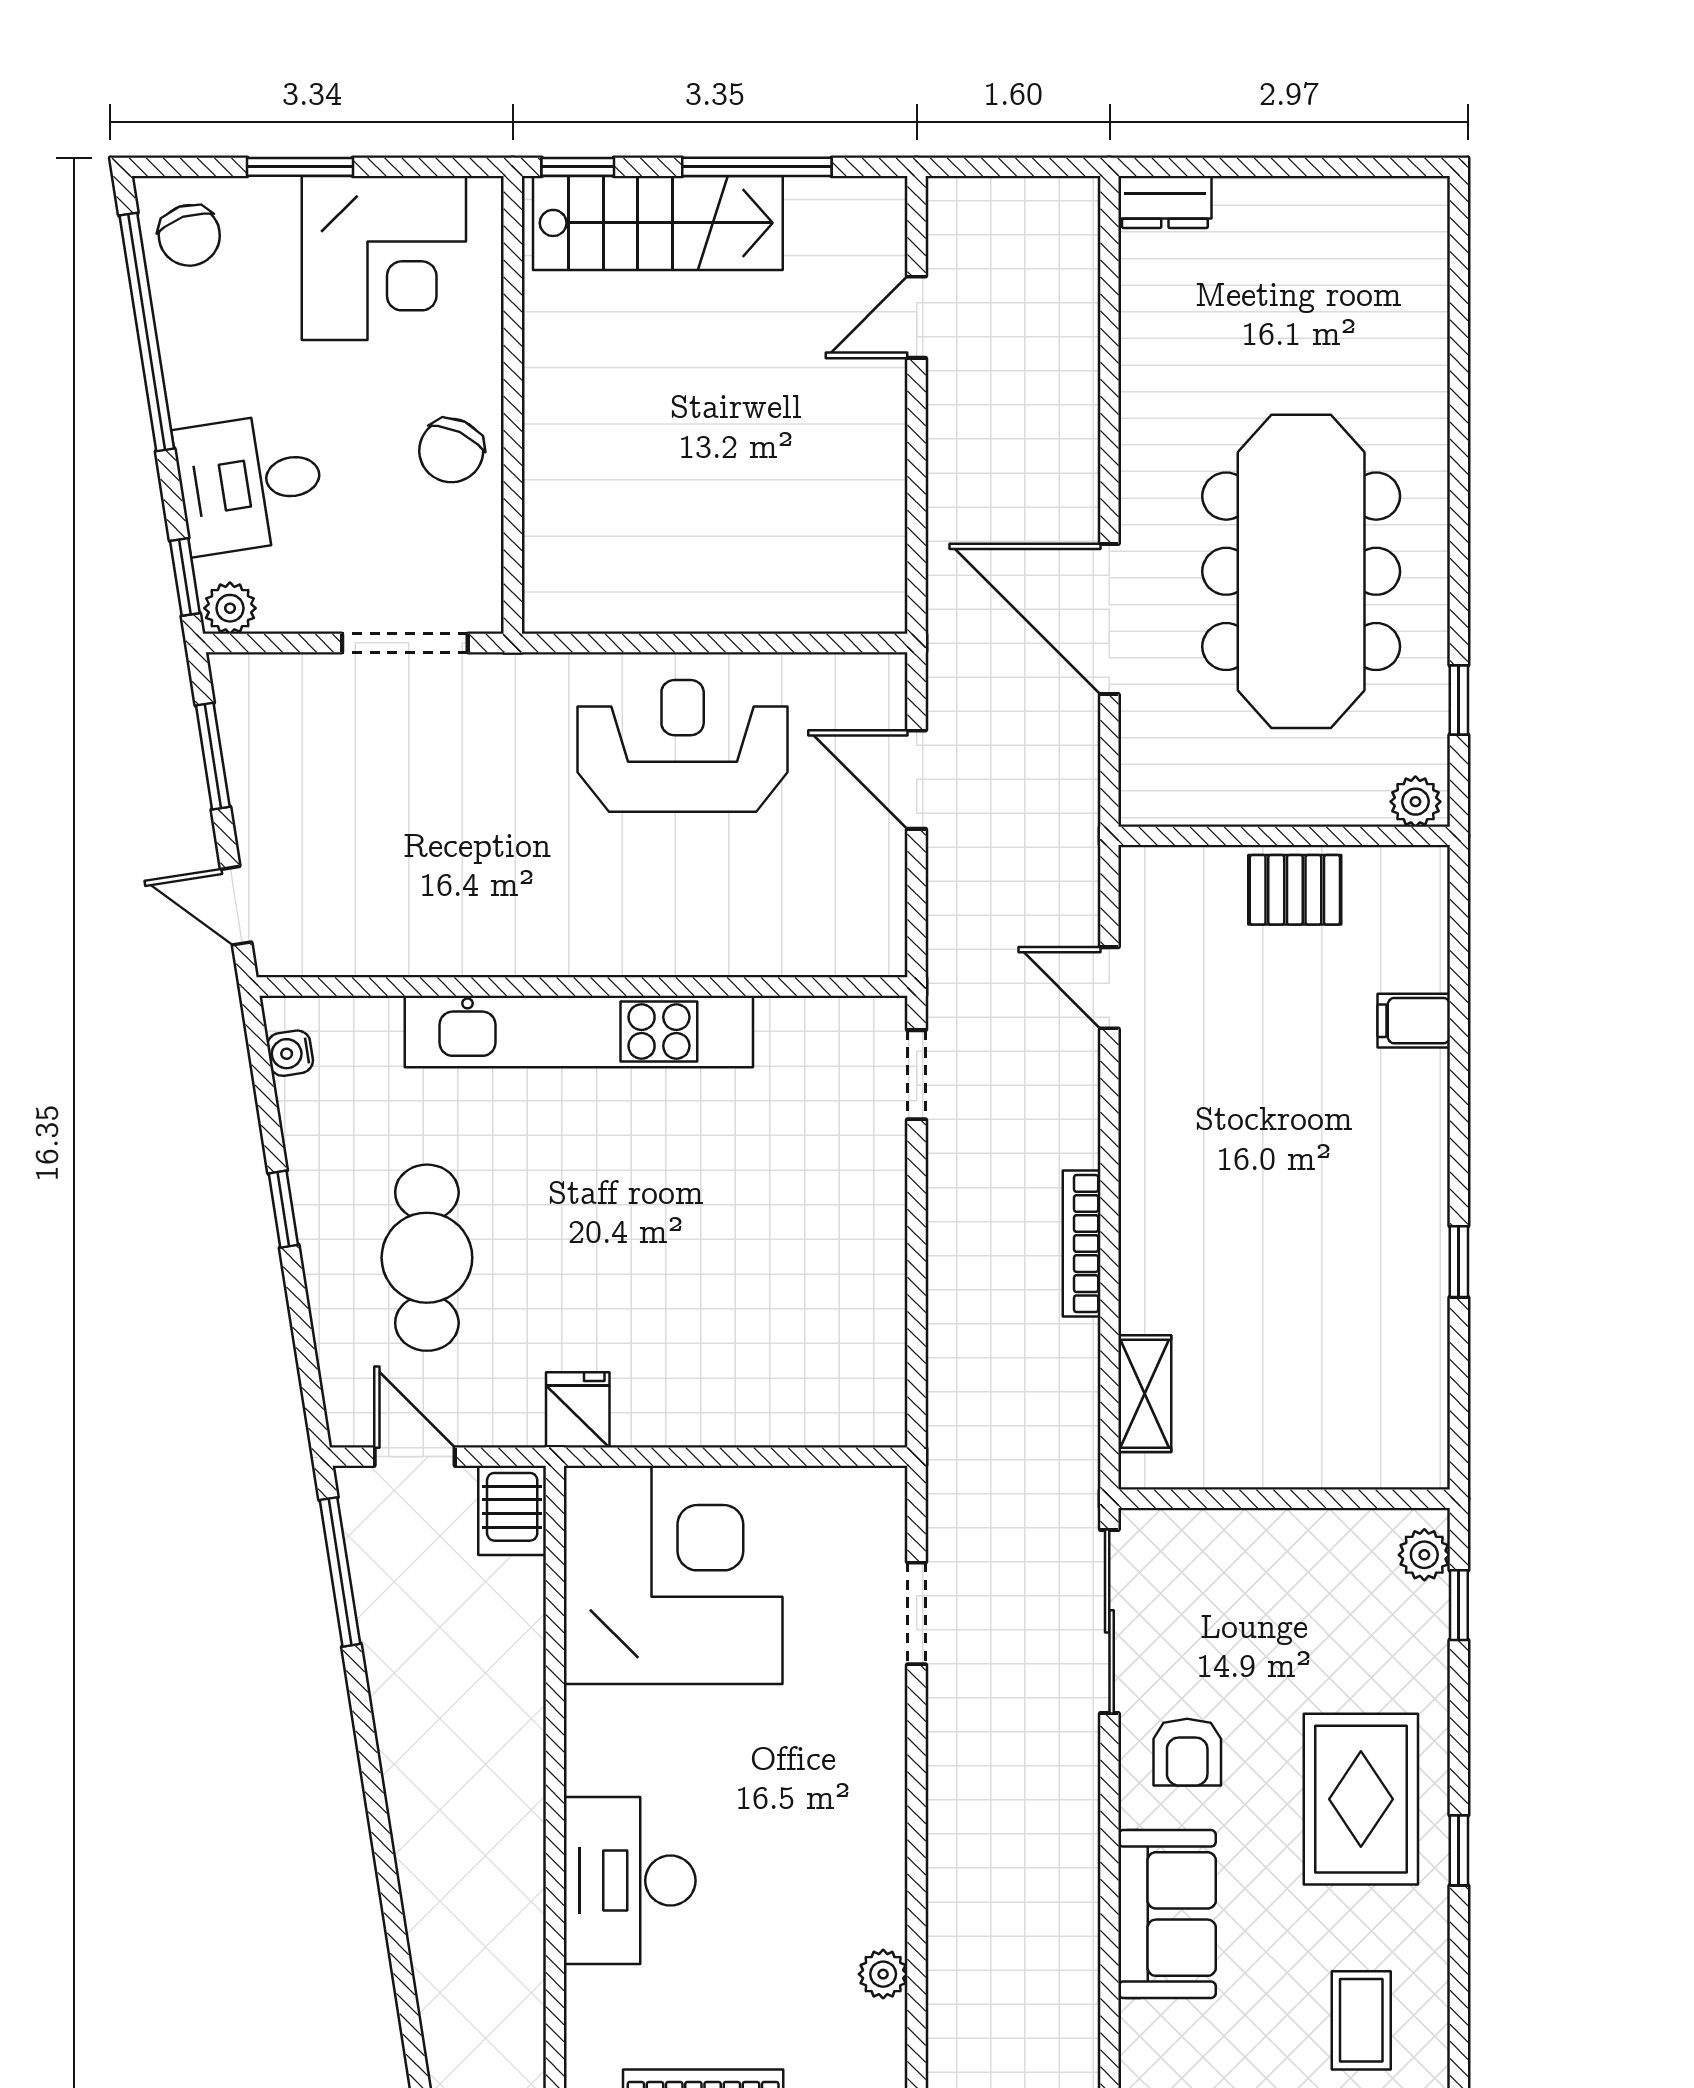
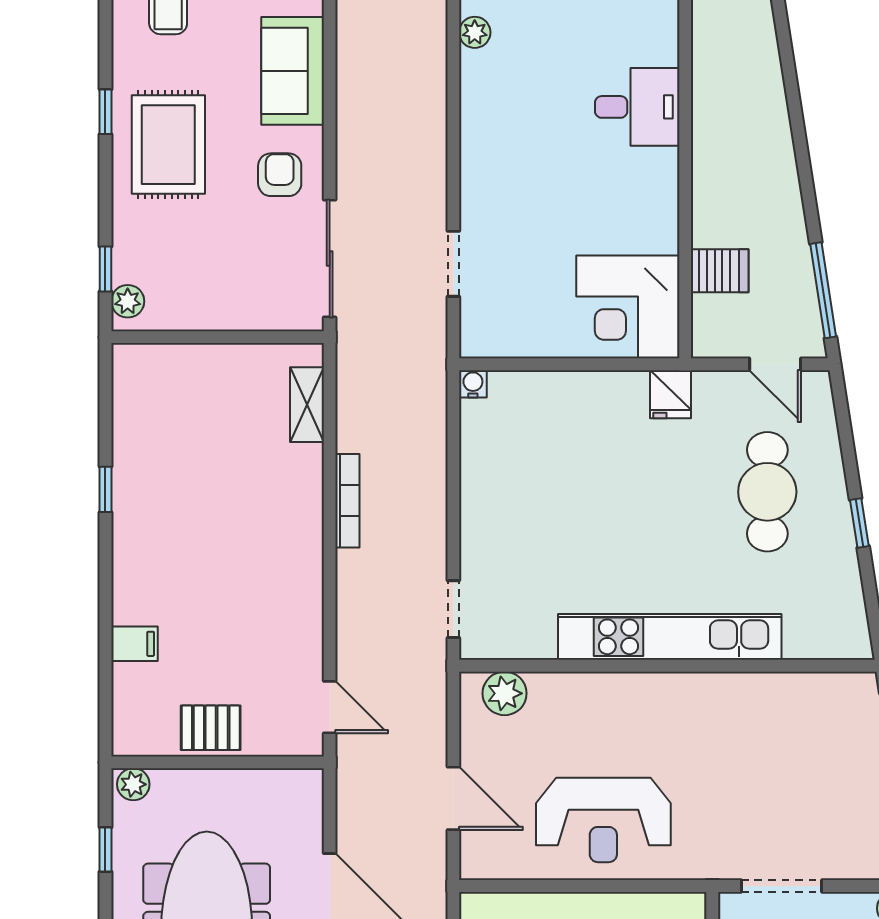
plant: (837, 943) -> (505, 693), added
door: (1109, 988) -> (330, 707), moved
water cooler: (290, 1053) -> (473, 384), moved, turned -81
server rack: (512, 1510) -> (720, 271), moved, turned 90
corner desk: (673, 1575) -> (628, 307), width x0.74, depth x0.74
desk: (630, 1881) -> (637, 107), width x0.73

